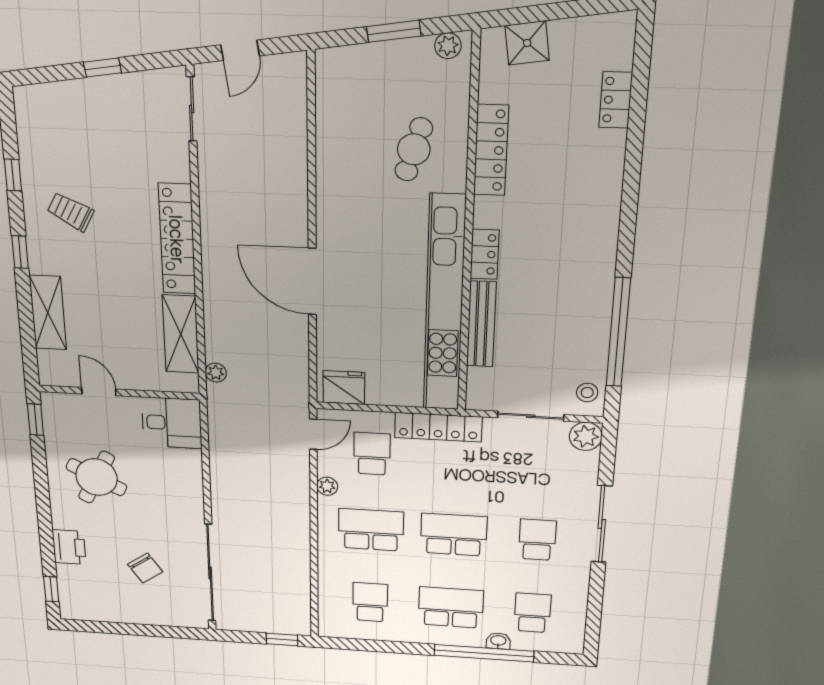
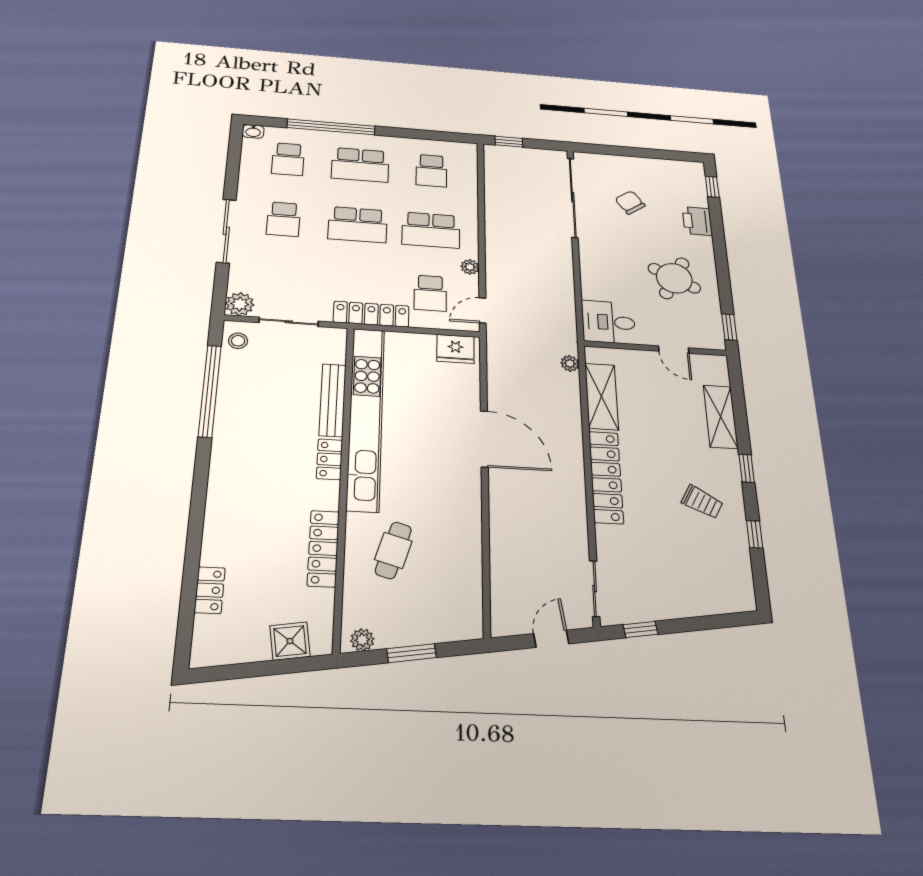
window: (102, 67) -> (641, 629), moved
washbasin: (498, 641) -> (253, 131), moved

